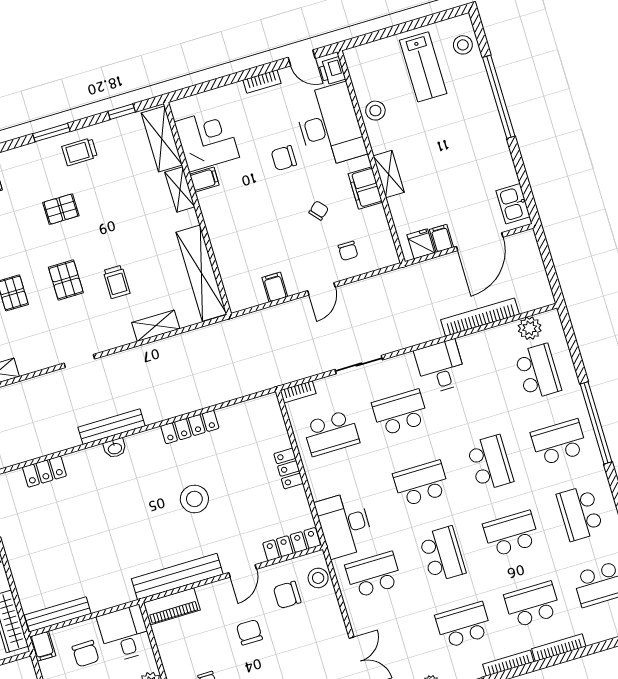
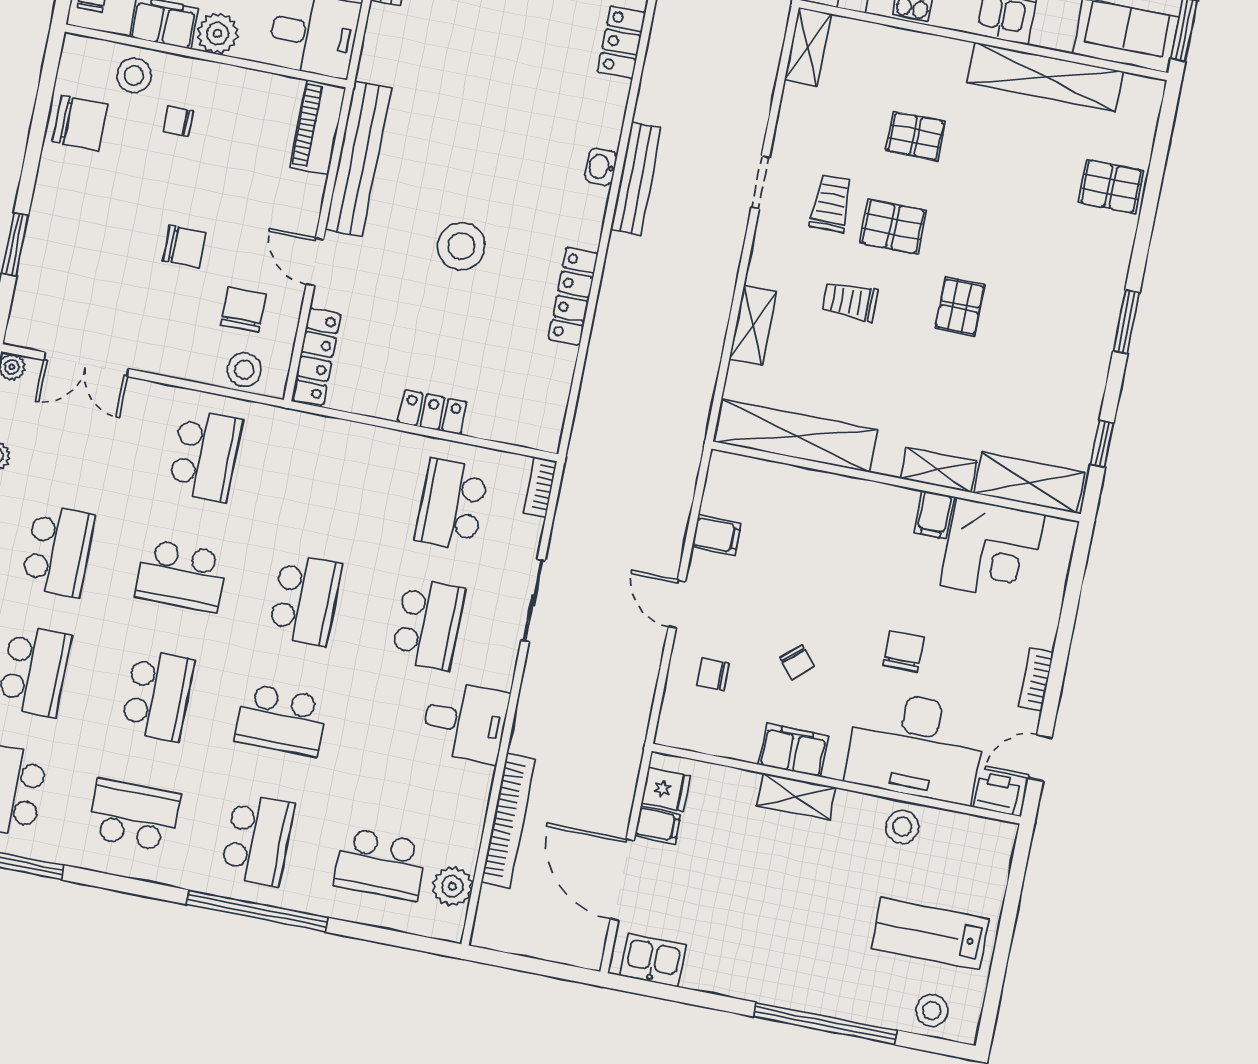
trolley: (80, 152) -> (831, 203), moved
pallet: (61, 209) -> (960, 307), moved
desk: (344, 525) -> (304, 452), removed
chair: (249, 632) -> (184, 246), moved

